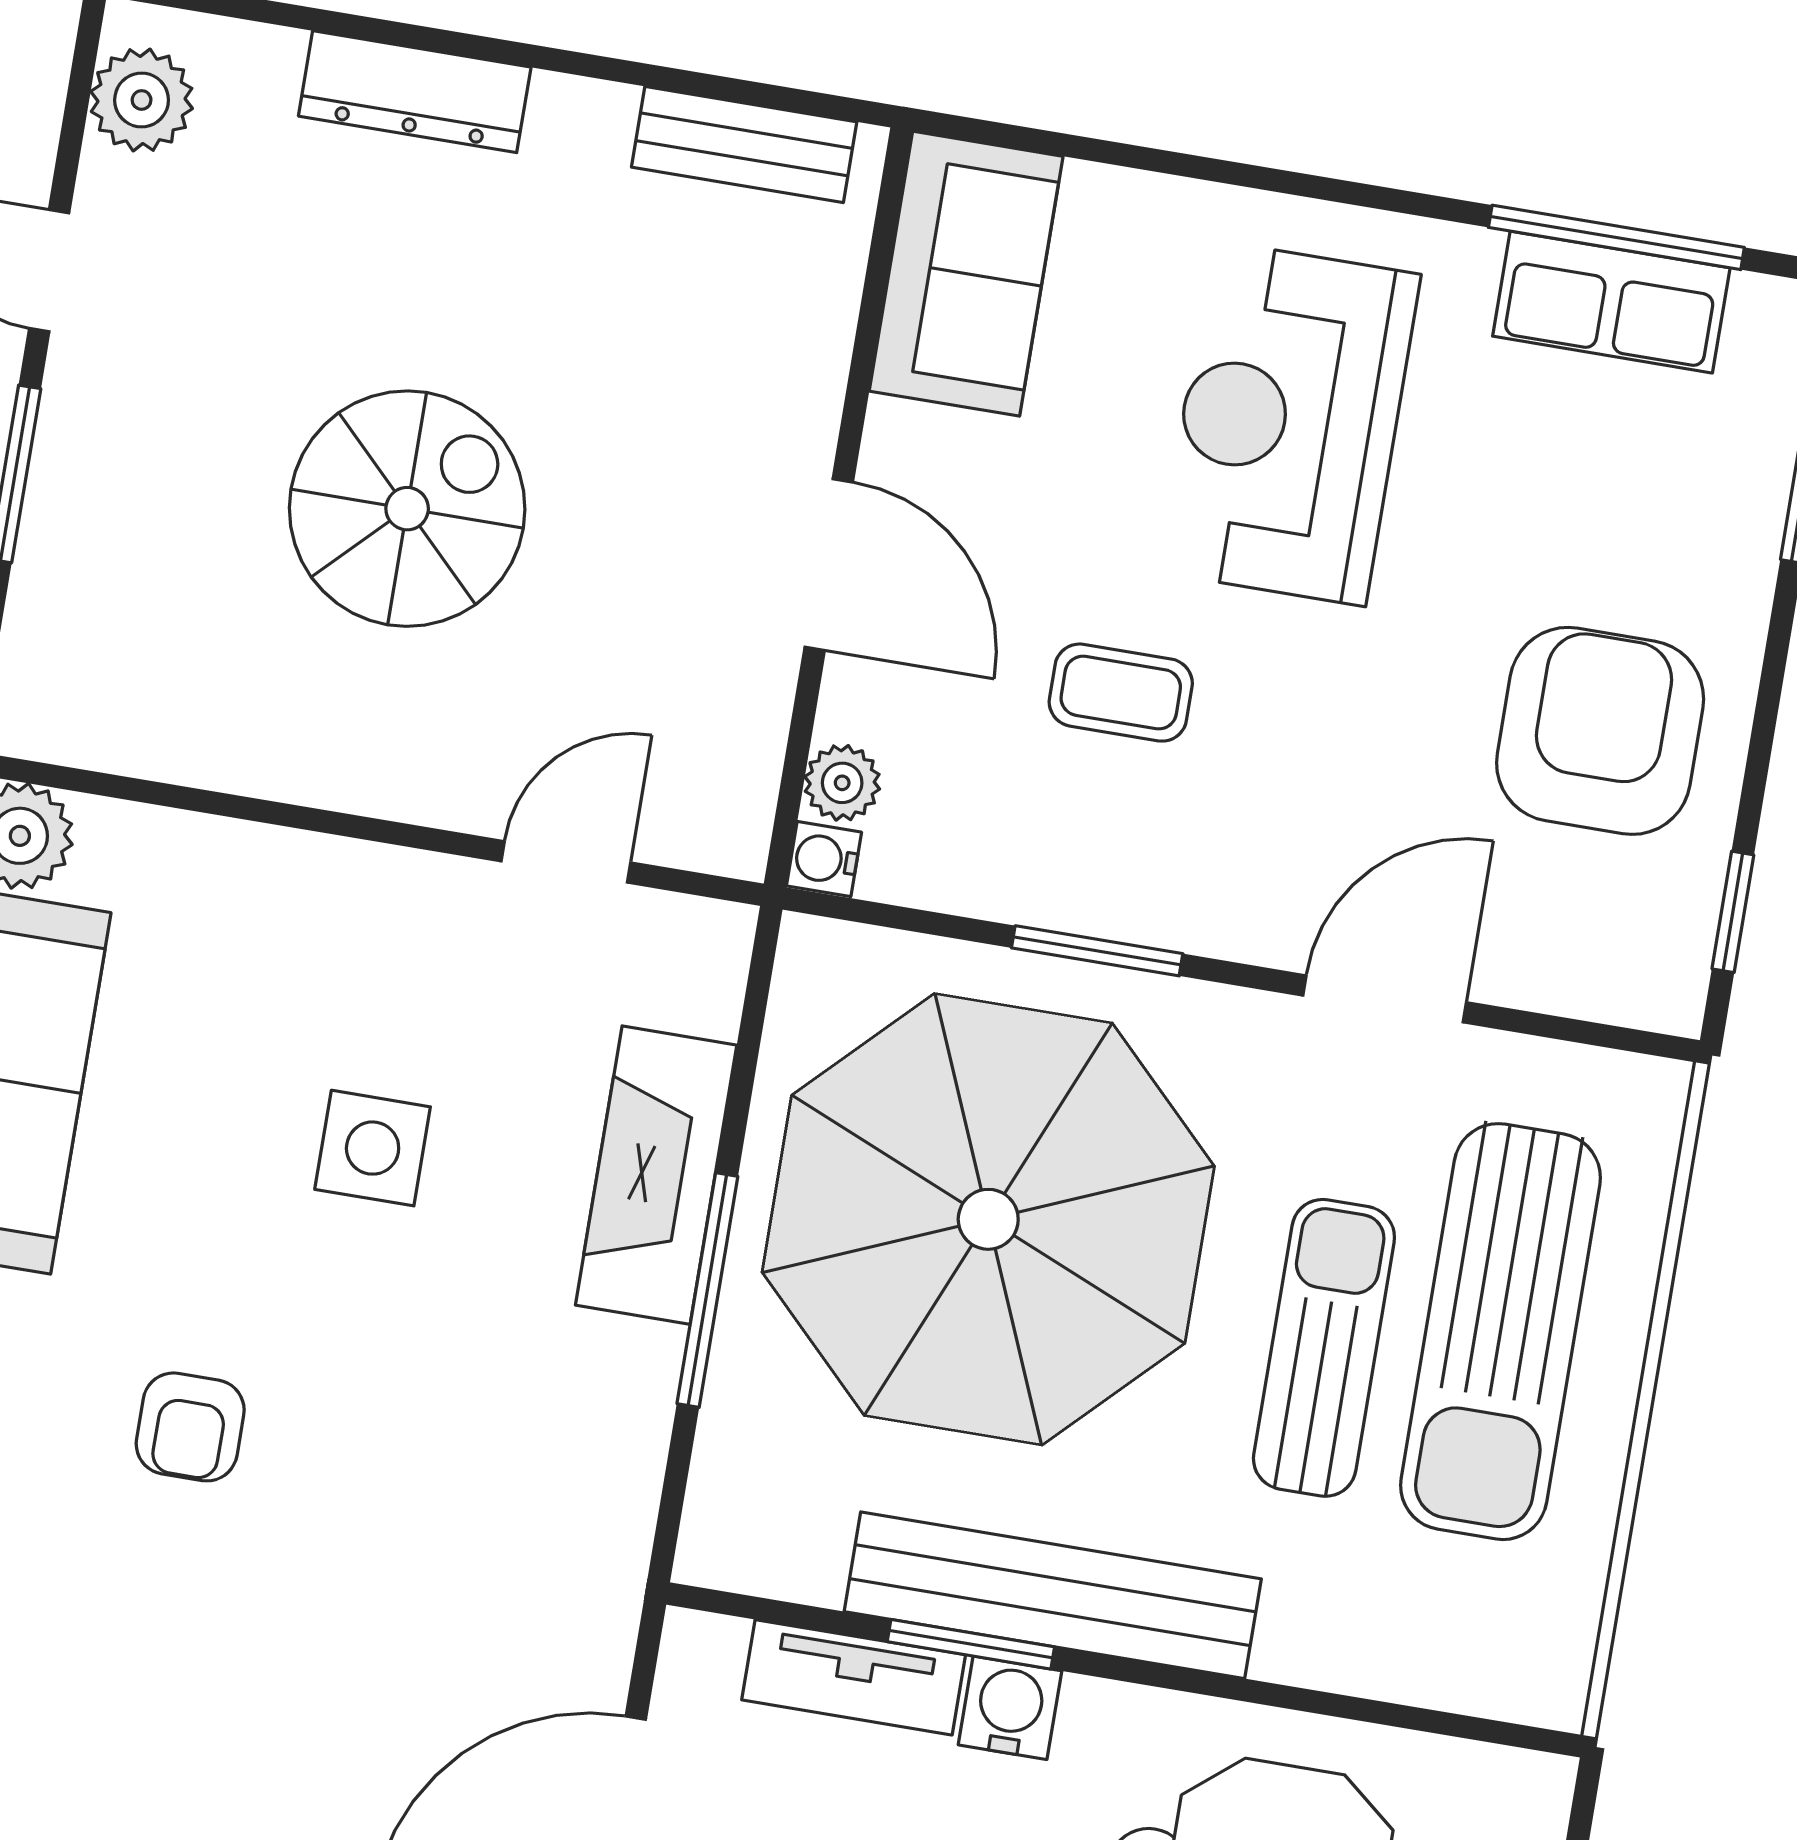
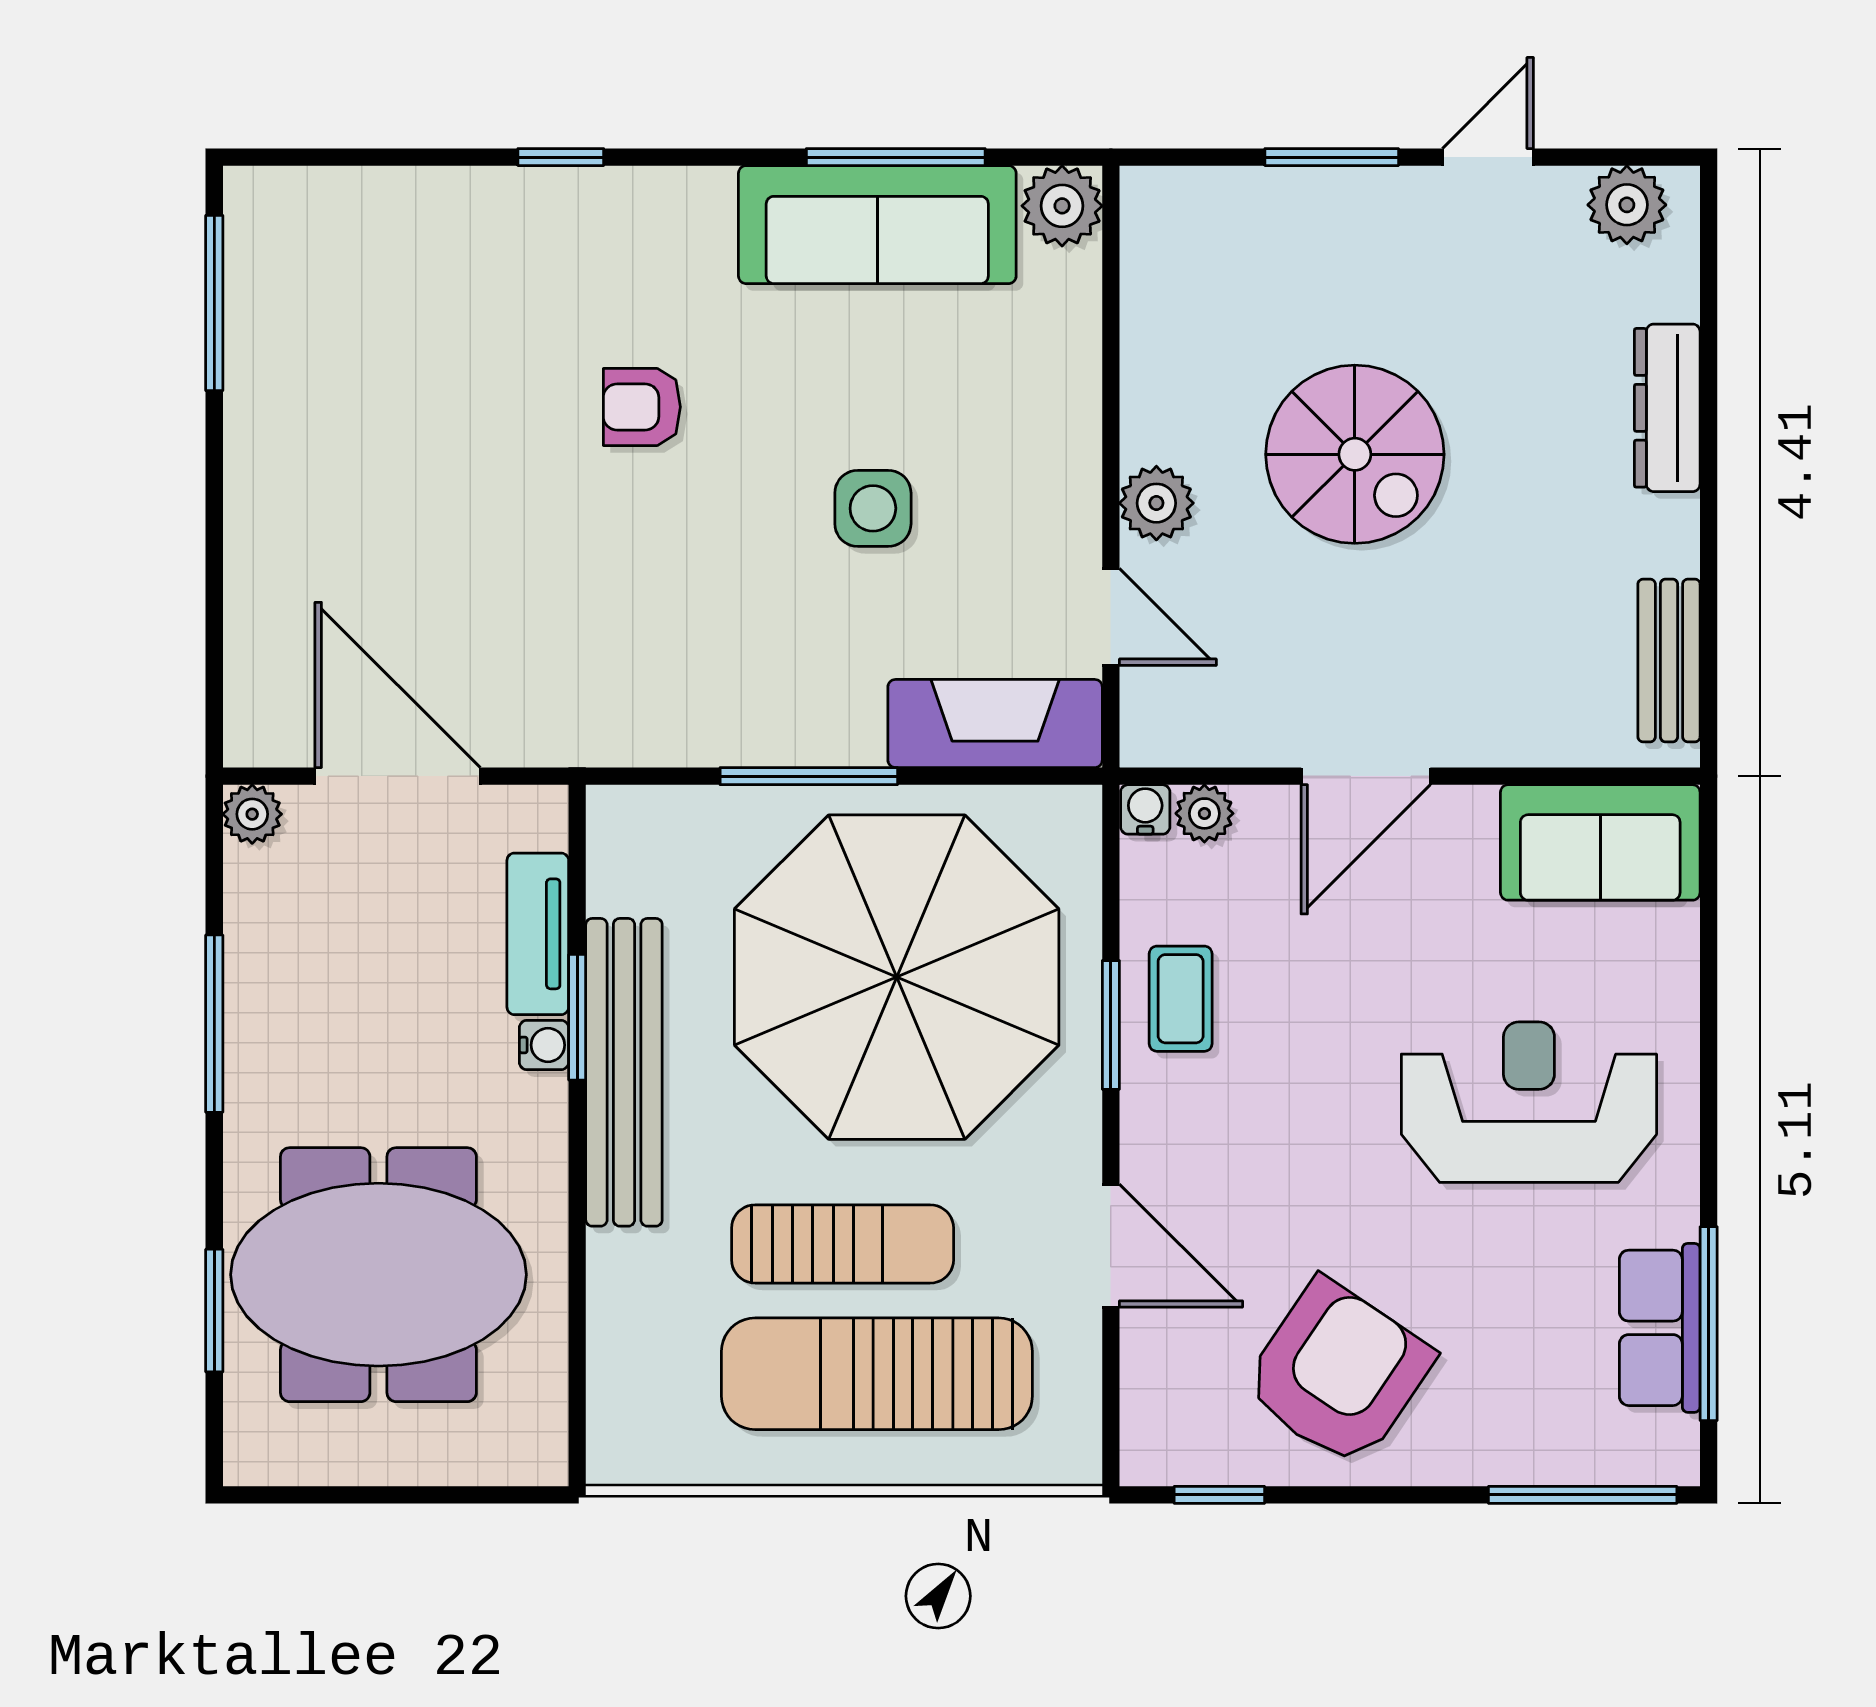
coffee table: (1121, 693) -> (1181, 999), moved
armchair: (1600, 731) -> (1338, 1373), turned -56
plant: (427, 778) -> (1156, 503), added
fireplace: (656, 1175) -> (995, 724), moved
water cooler: (1010, 1708) -> (544, 1045), width x0.72, depth x0.72

